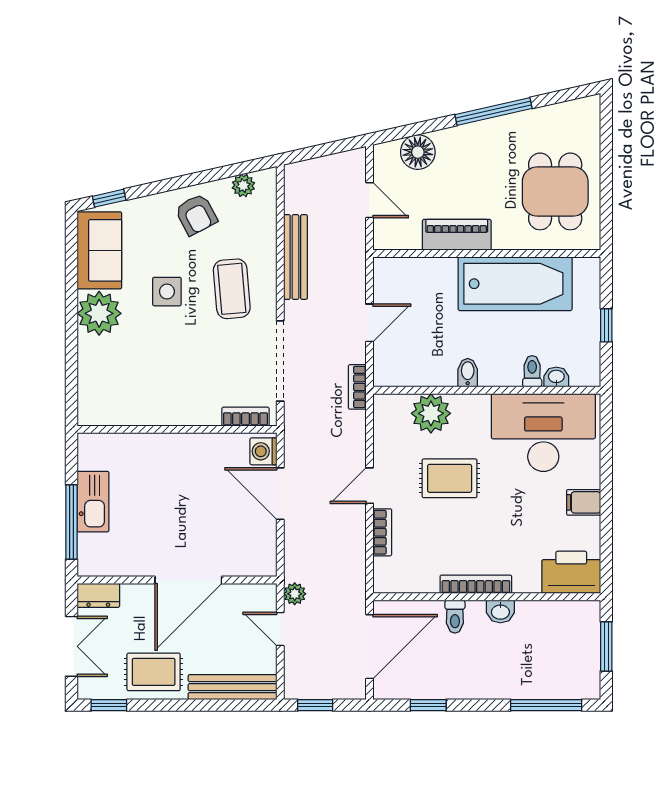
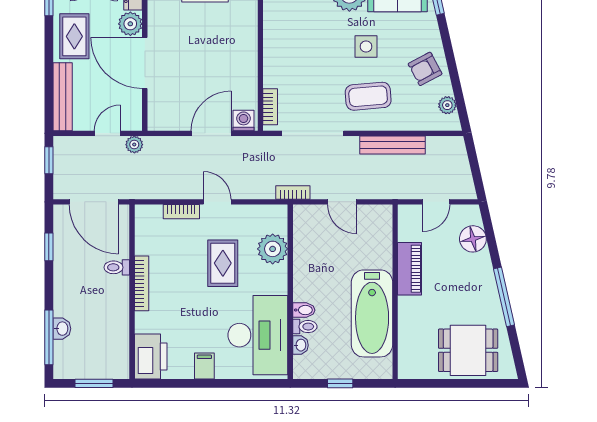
dining table: (555, 191) -> (468, 350), moved
bidet: (468, 373) -> (304, 310), moved
plant: (137, 599) -> (130, 24), added
washbasin: (500, 611) -> (62, 329), moved, turned 180

